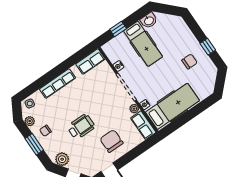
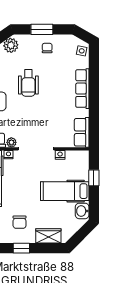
wardrobe: (185, 33) -> (48, 236), added
plant: (30, 121) -> (66, 40), removed

